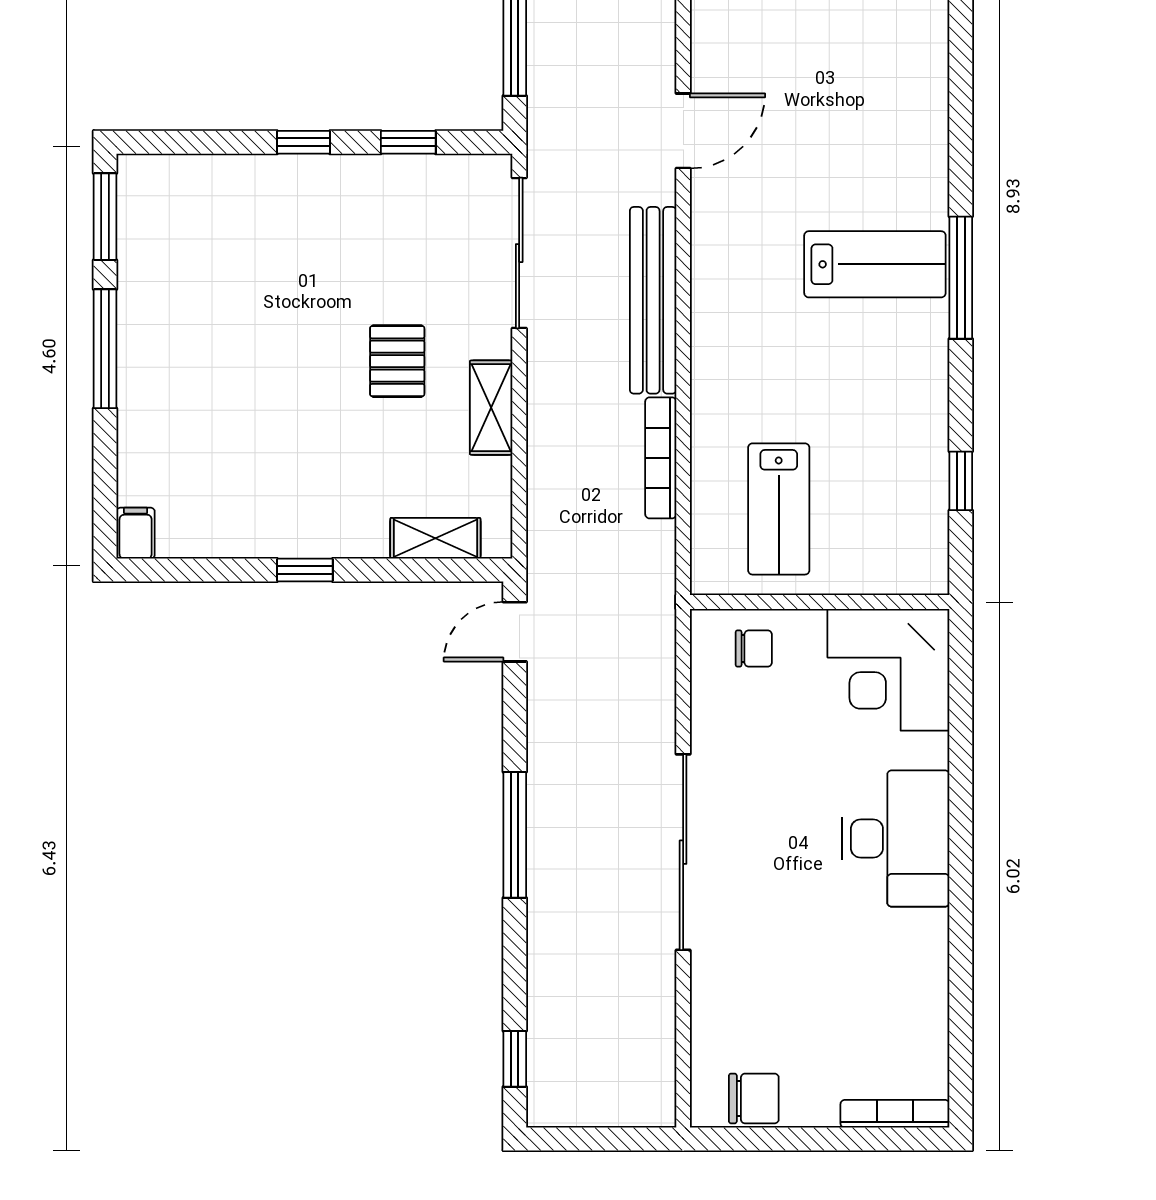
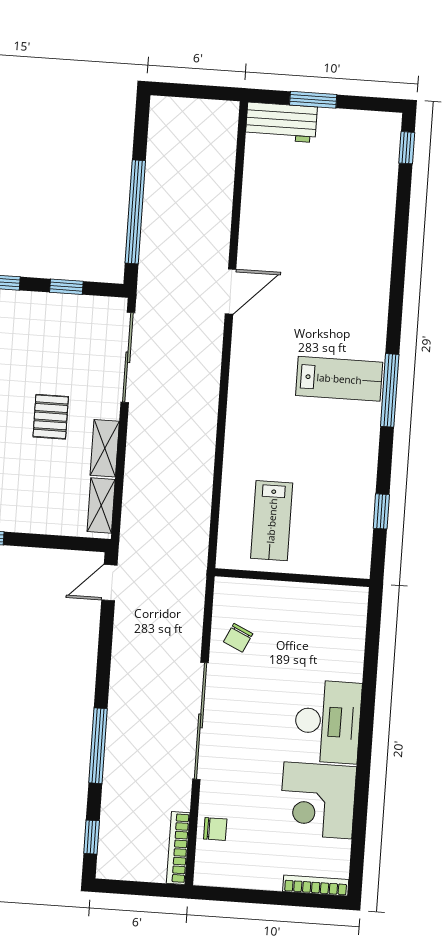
bench: (653, 300) -> (206, 391), removed
bookcase: (661, 458) -> (178, 848), moved
shelving: (435, 538) -> (101, 505), moved, turned 90
chair: (754, 648) -> (238, 638), moved, turned 115
corner desk: (888, 670) -> (318, 800), moved
window: (515, 835) -> (98, 746), moved
chair: (754, 1098) -> (215, 829), moved, width x0.73, depth x0.73

